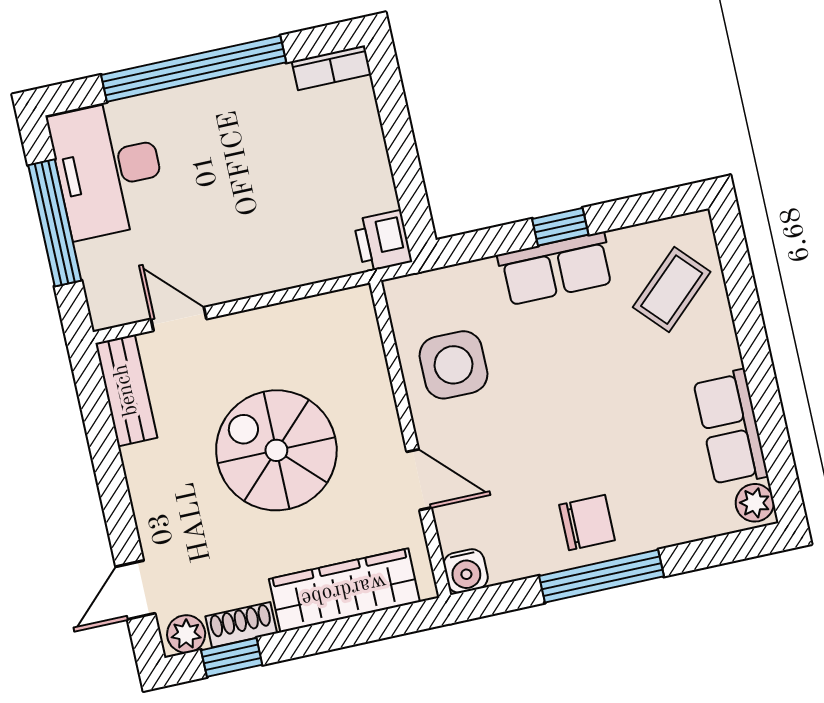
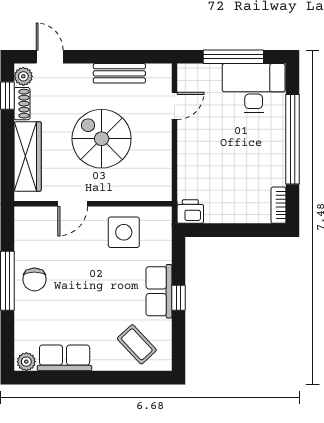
bench: (126, 390) -> (119, 73), moved
spiral stairs: (276, 450) -> (102, 139), turned -90
water cooler: (466, 571) -> (24, 216), removed

